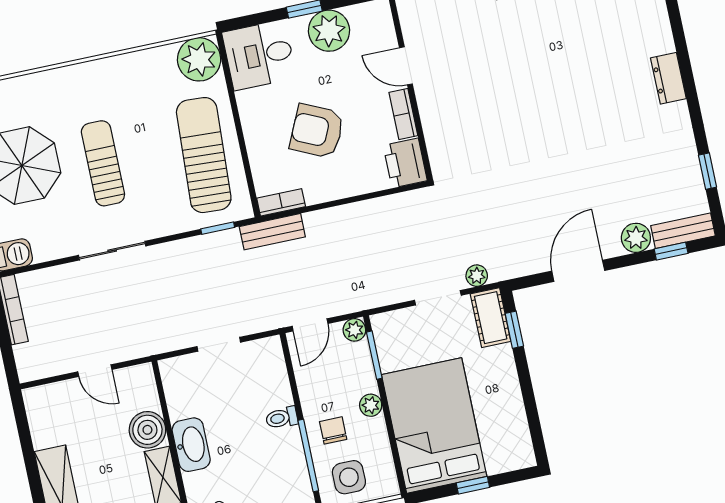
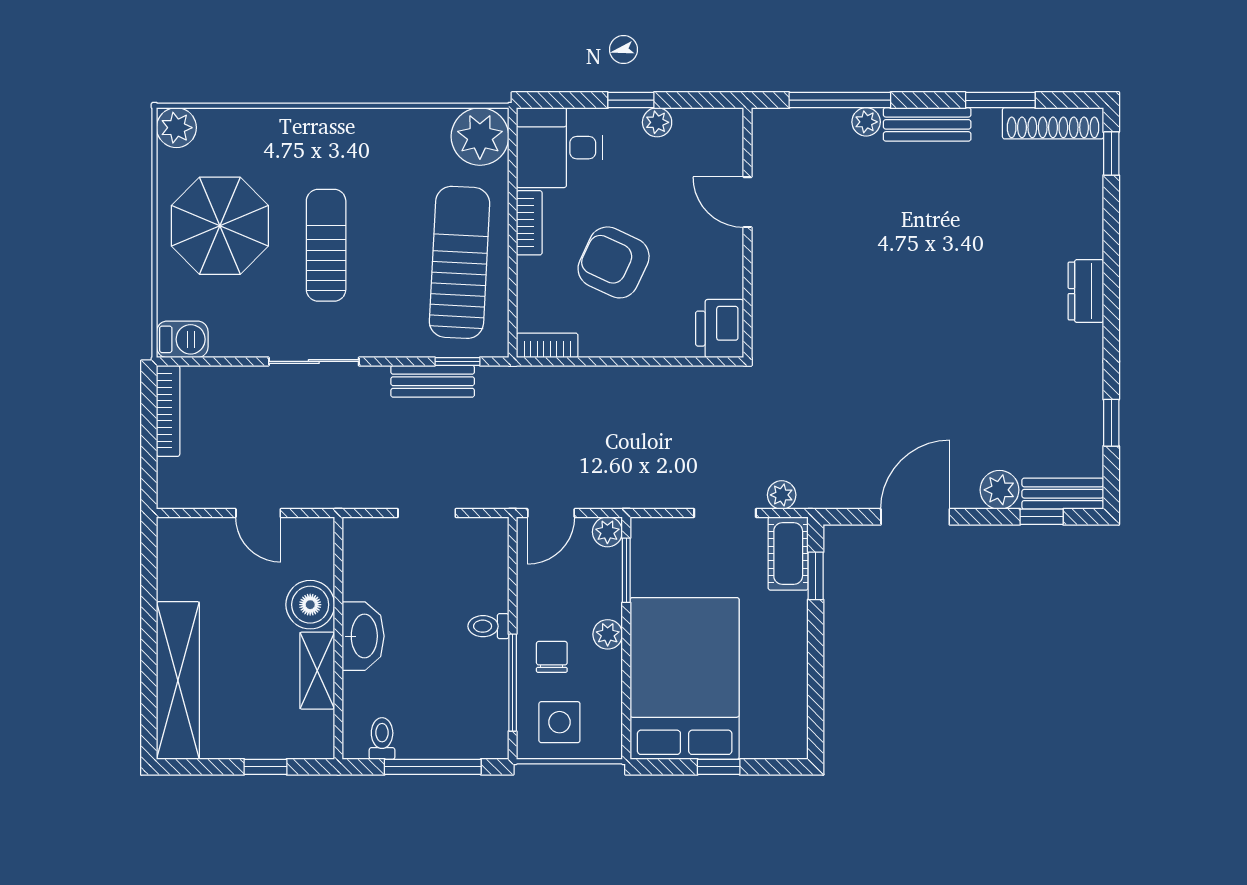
plant: (329, 31) -> (657, 122), width x0.53, depth x0.53
bookcase: (403, 114) -> (529, 223), moved, turned 180
bench: (272, 232) -> (433, 381), moved

